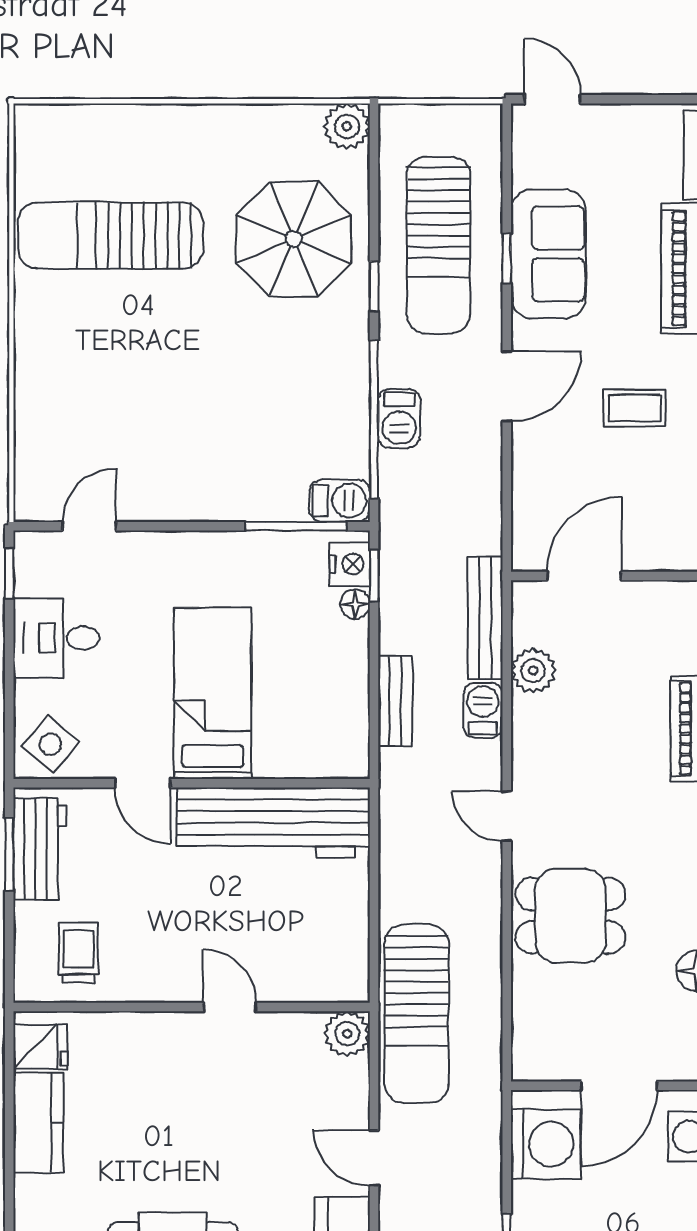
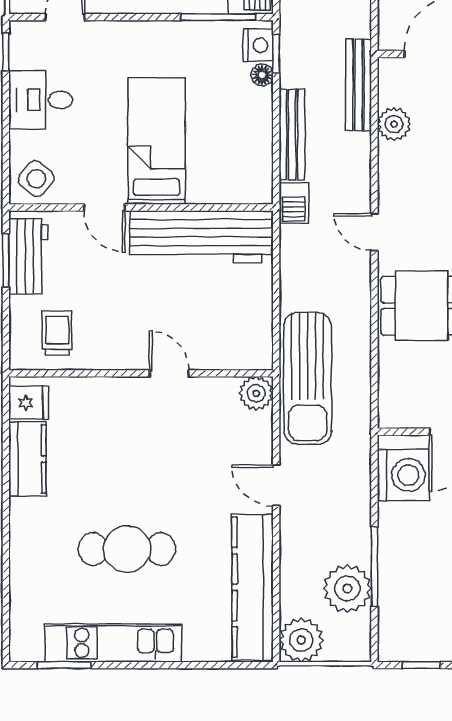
bench: (395, 701) -> (292, 135), width x1.36
barbecue: (483, 710) -> (294, 203), moved, turned 180

